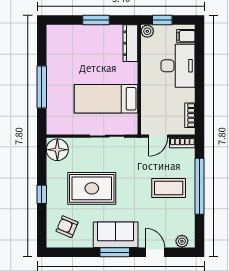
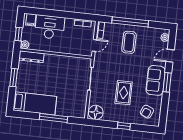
bed: (106, 99) -> (35, 103), moved, turned -90
door: (158, 136) -> (94, 45), hinge flipped
rug: (92, 188) -> (124, 93), width x0.73, depth x0.70

